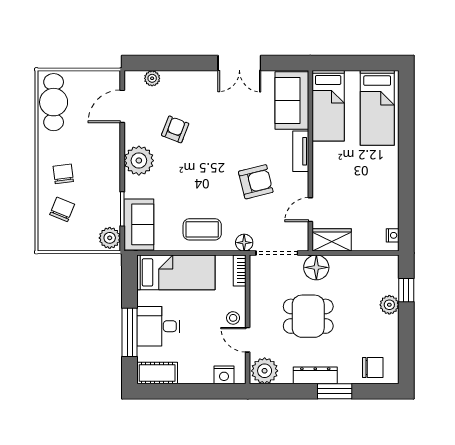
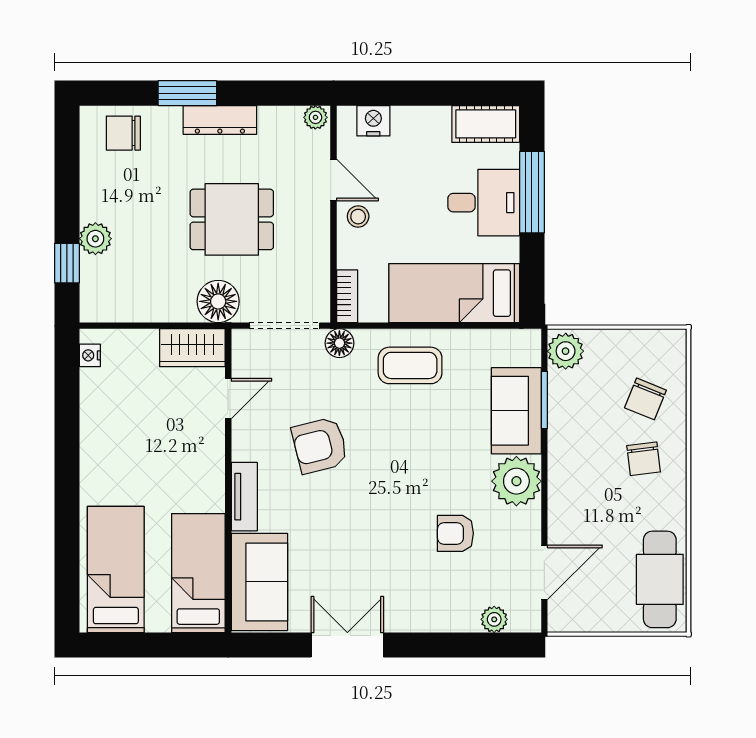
armchair: (175, 129) -> (455, 533), turned 69
sofa: (139, 224) -> (516, 411), moved
plant: (265, 371) -> (315, 117), width x0.53, depth x0.53

